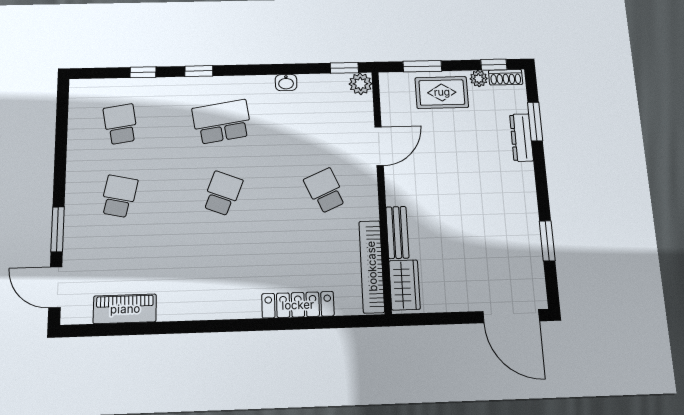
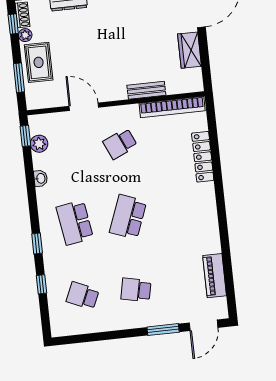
plant: (360, 84) -> (39, 144), moved
school desk: (121, 124) -> (83, 296), turned 33
school desk: (222, 193) -> (128, 217), width x1.85
wardrobe: (405, 285) -> (190, 50), moved, turned -90

